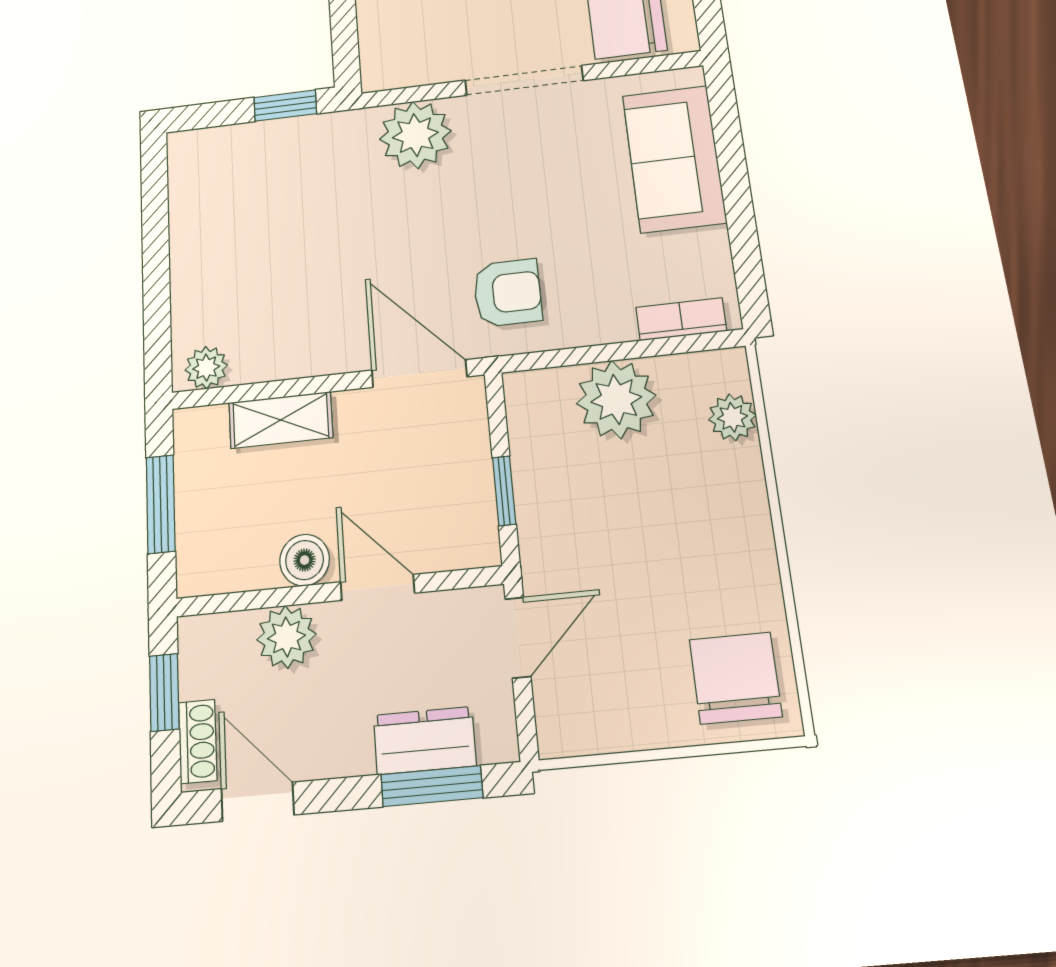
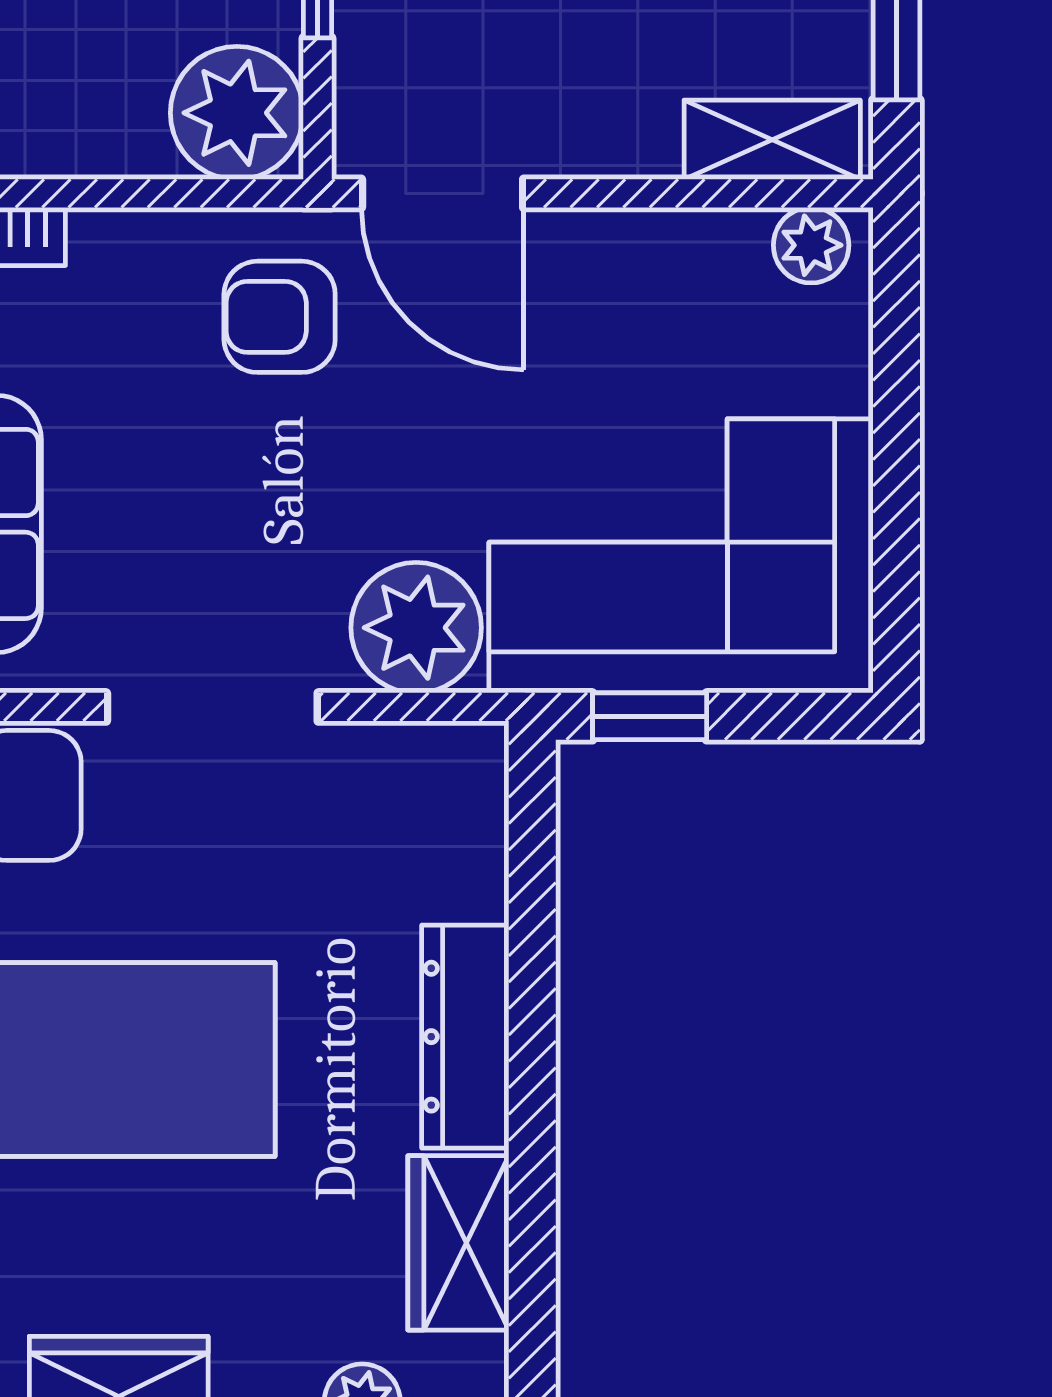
corner sofa: (272, 190) -> (681, 556), added
plant: (616, 399) -> (237, 113), moved
shelving: (281, 420) -> (772, 140), moved

